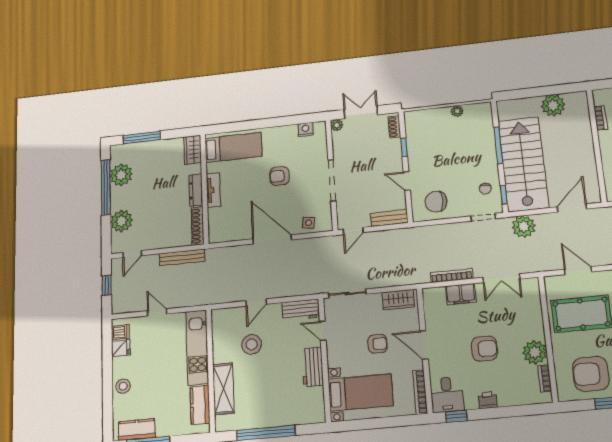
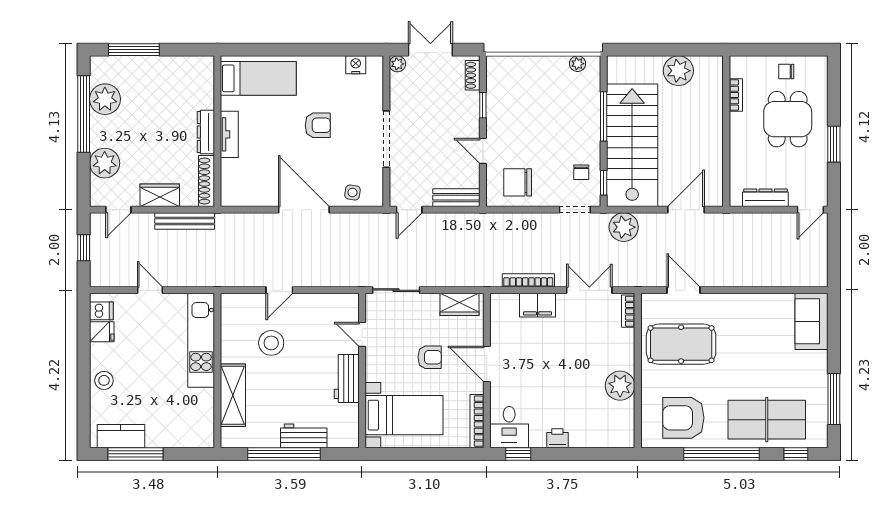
plant: (457, 111) -> (578, 64), moved
wardrobe: (192, 150) -> (160, 195), moved, turned 90
armchair: (279, 176) -> (318, 125), turned 180
double door: (501, 278) -> (589, 290), swing flipped
workbench: (301, 310) -> (304, 436), moved, turned 180
armchair: (484, 349) -> (560, 376), removed
bookcase: (545, 378) -> (628, 311), moved
kitchen counter: (200, 405) -> (202, 413), removed

